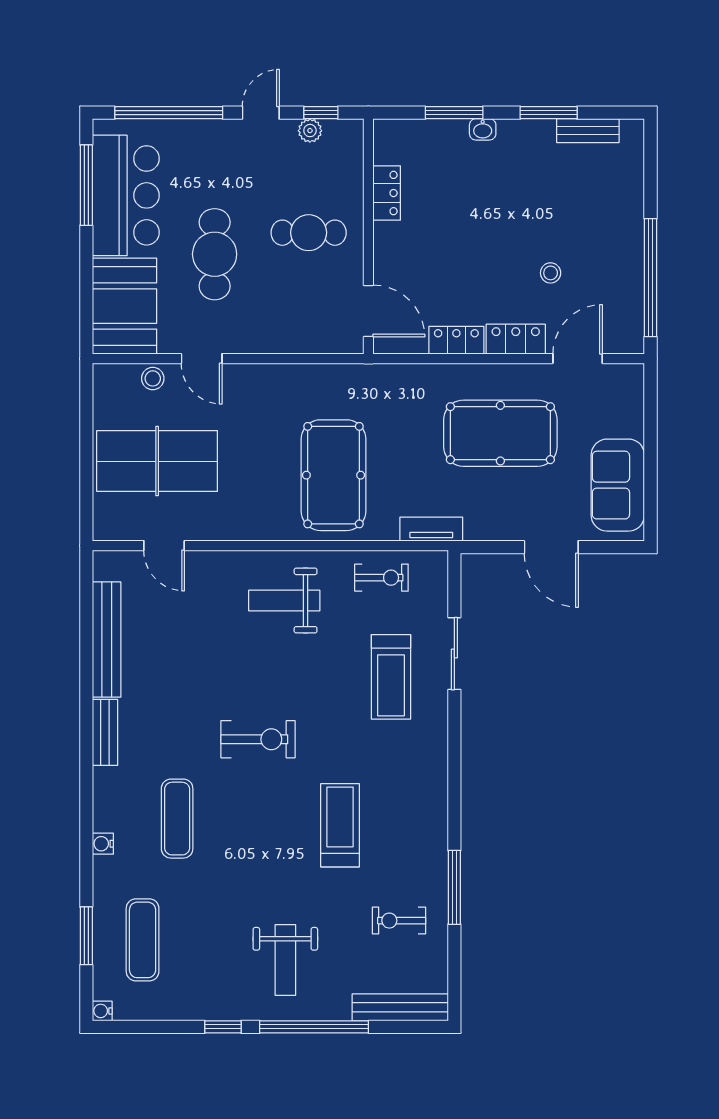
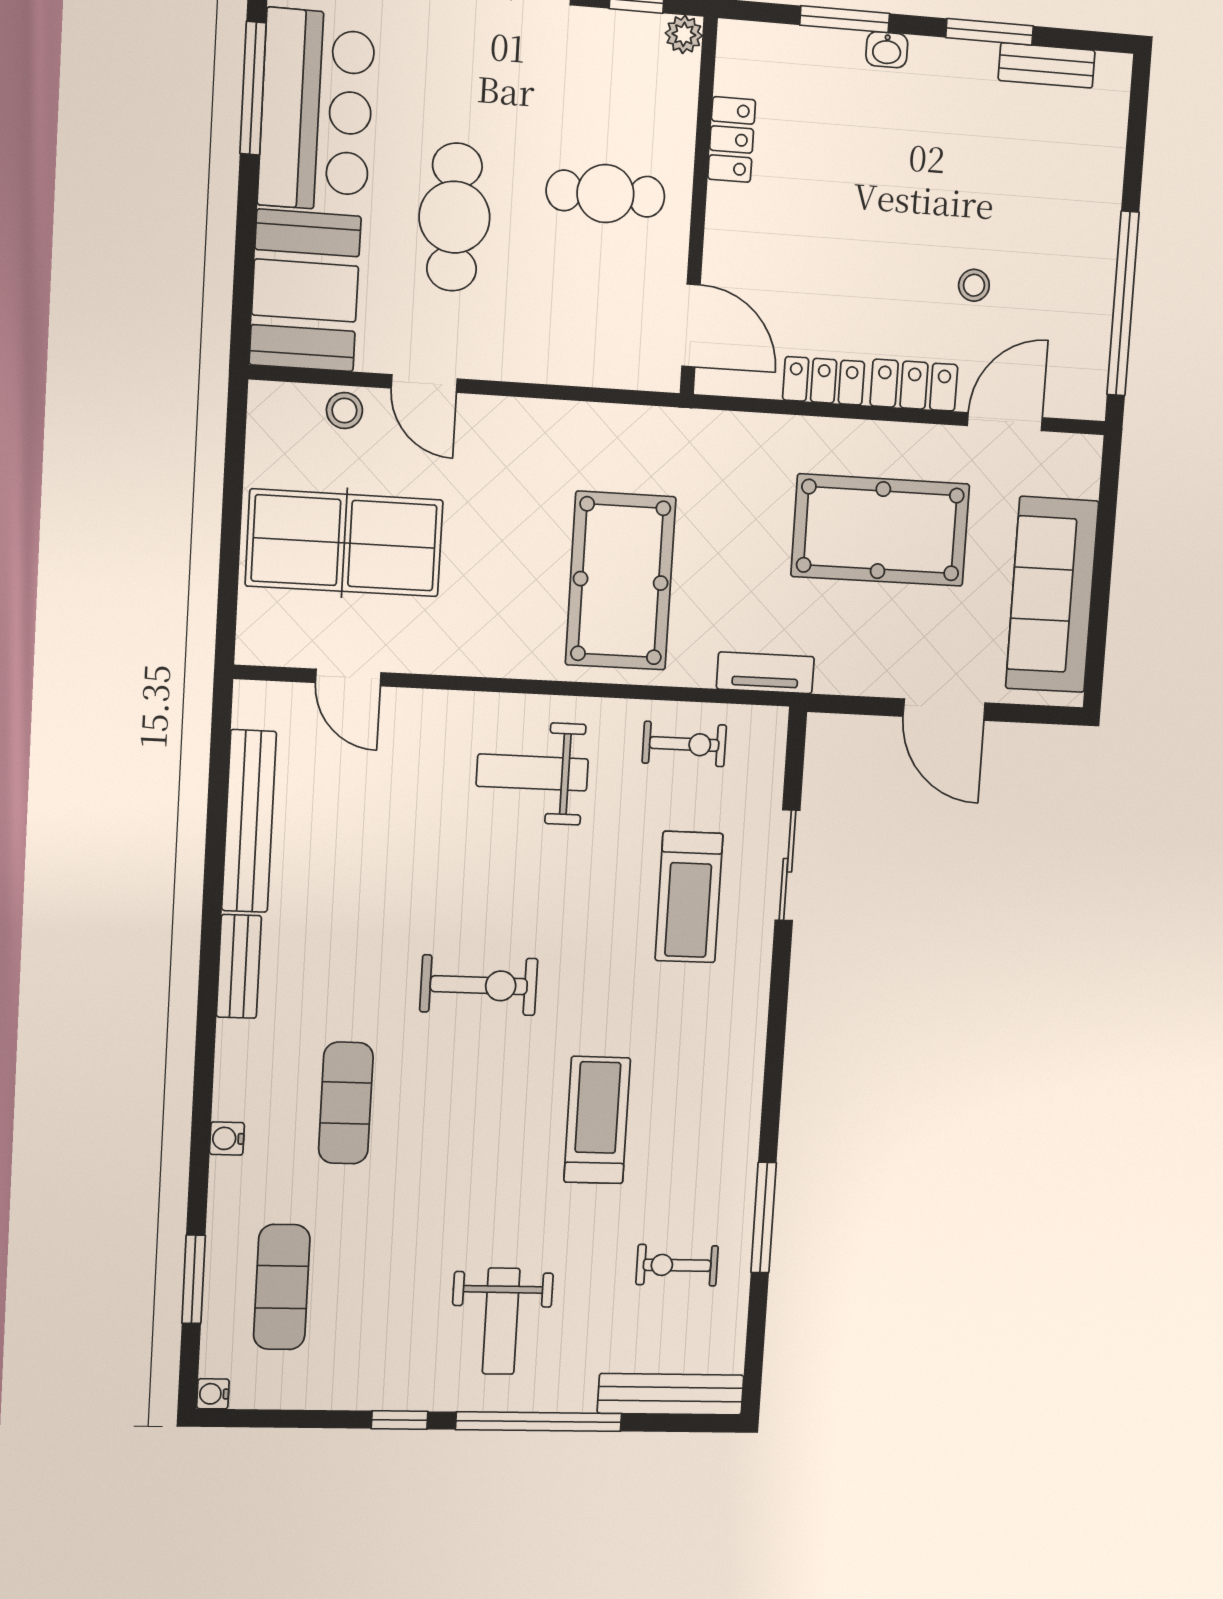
plant: (310, 131) -> (684, 34), moved
sofa: (618, 485) -> (1052, 595), width x1.36

